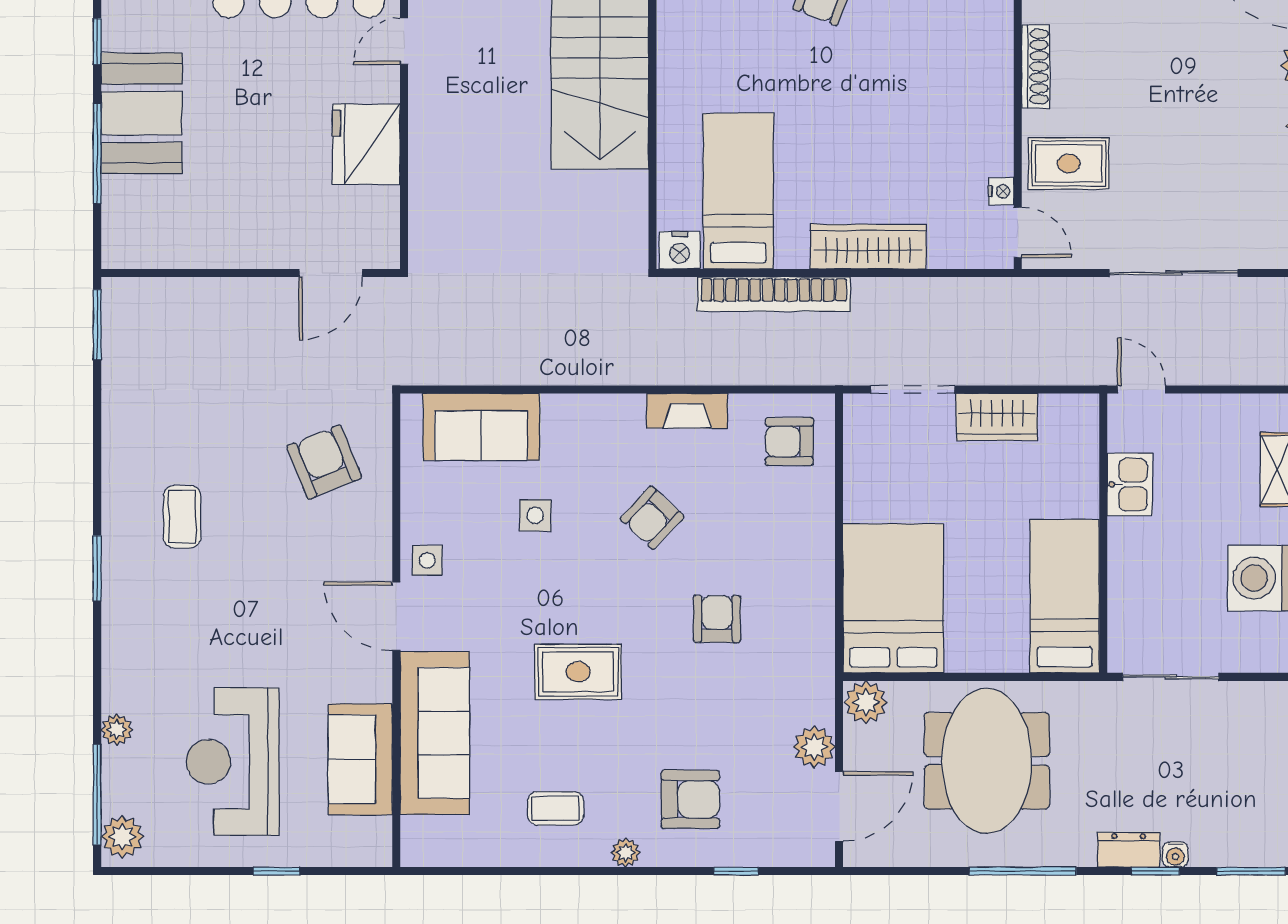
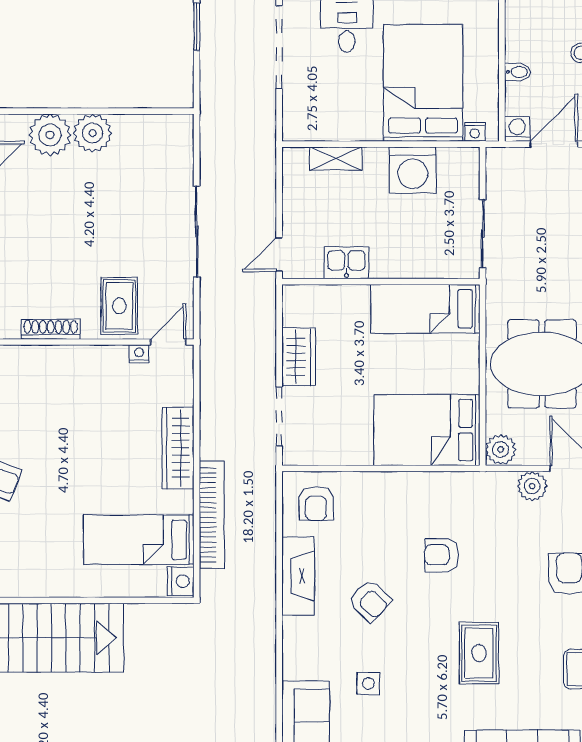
fireplace: (687, 411) -> (298, 576), width x1.37, depth x1.32

